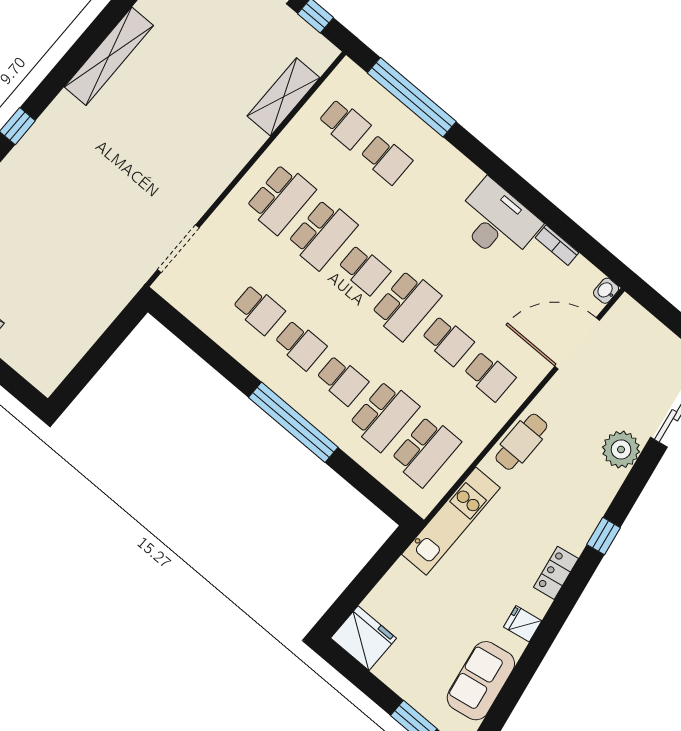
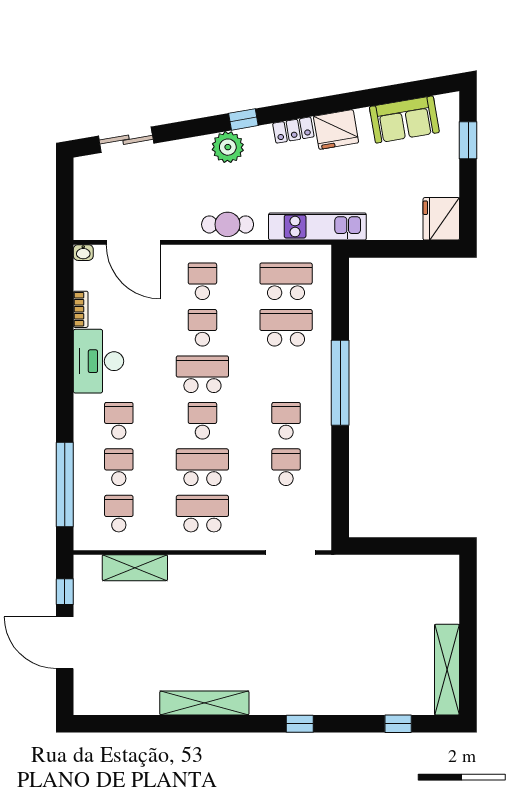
school desk: (342, 380) -> (119, 421), moved
plant: (621, 449) -> (228, 147), moved
fridge: (523, 624) -> (336, 130), width x1.88, depth x1.34

